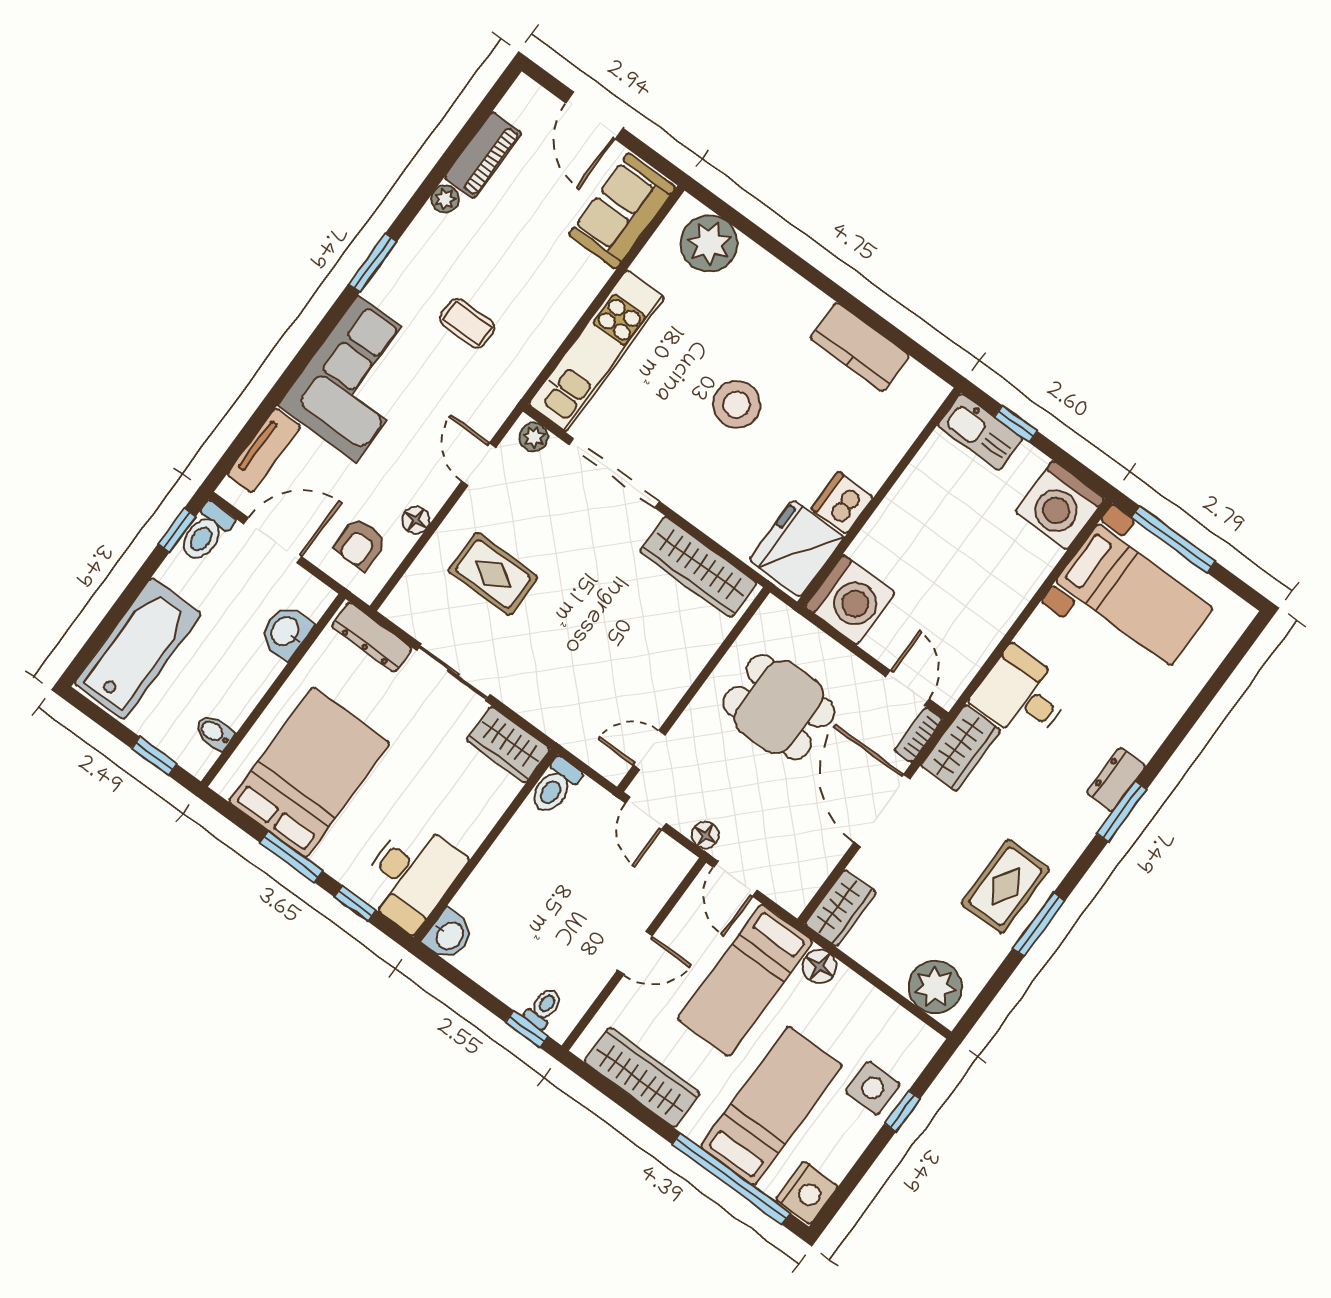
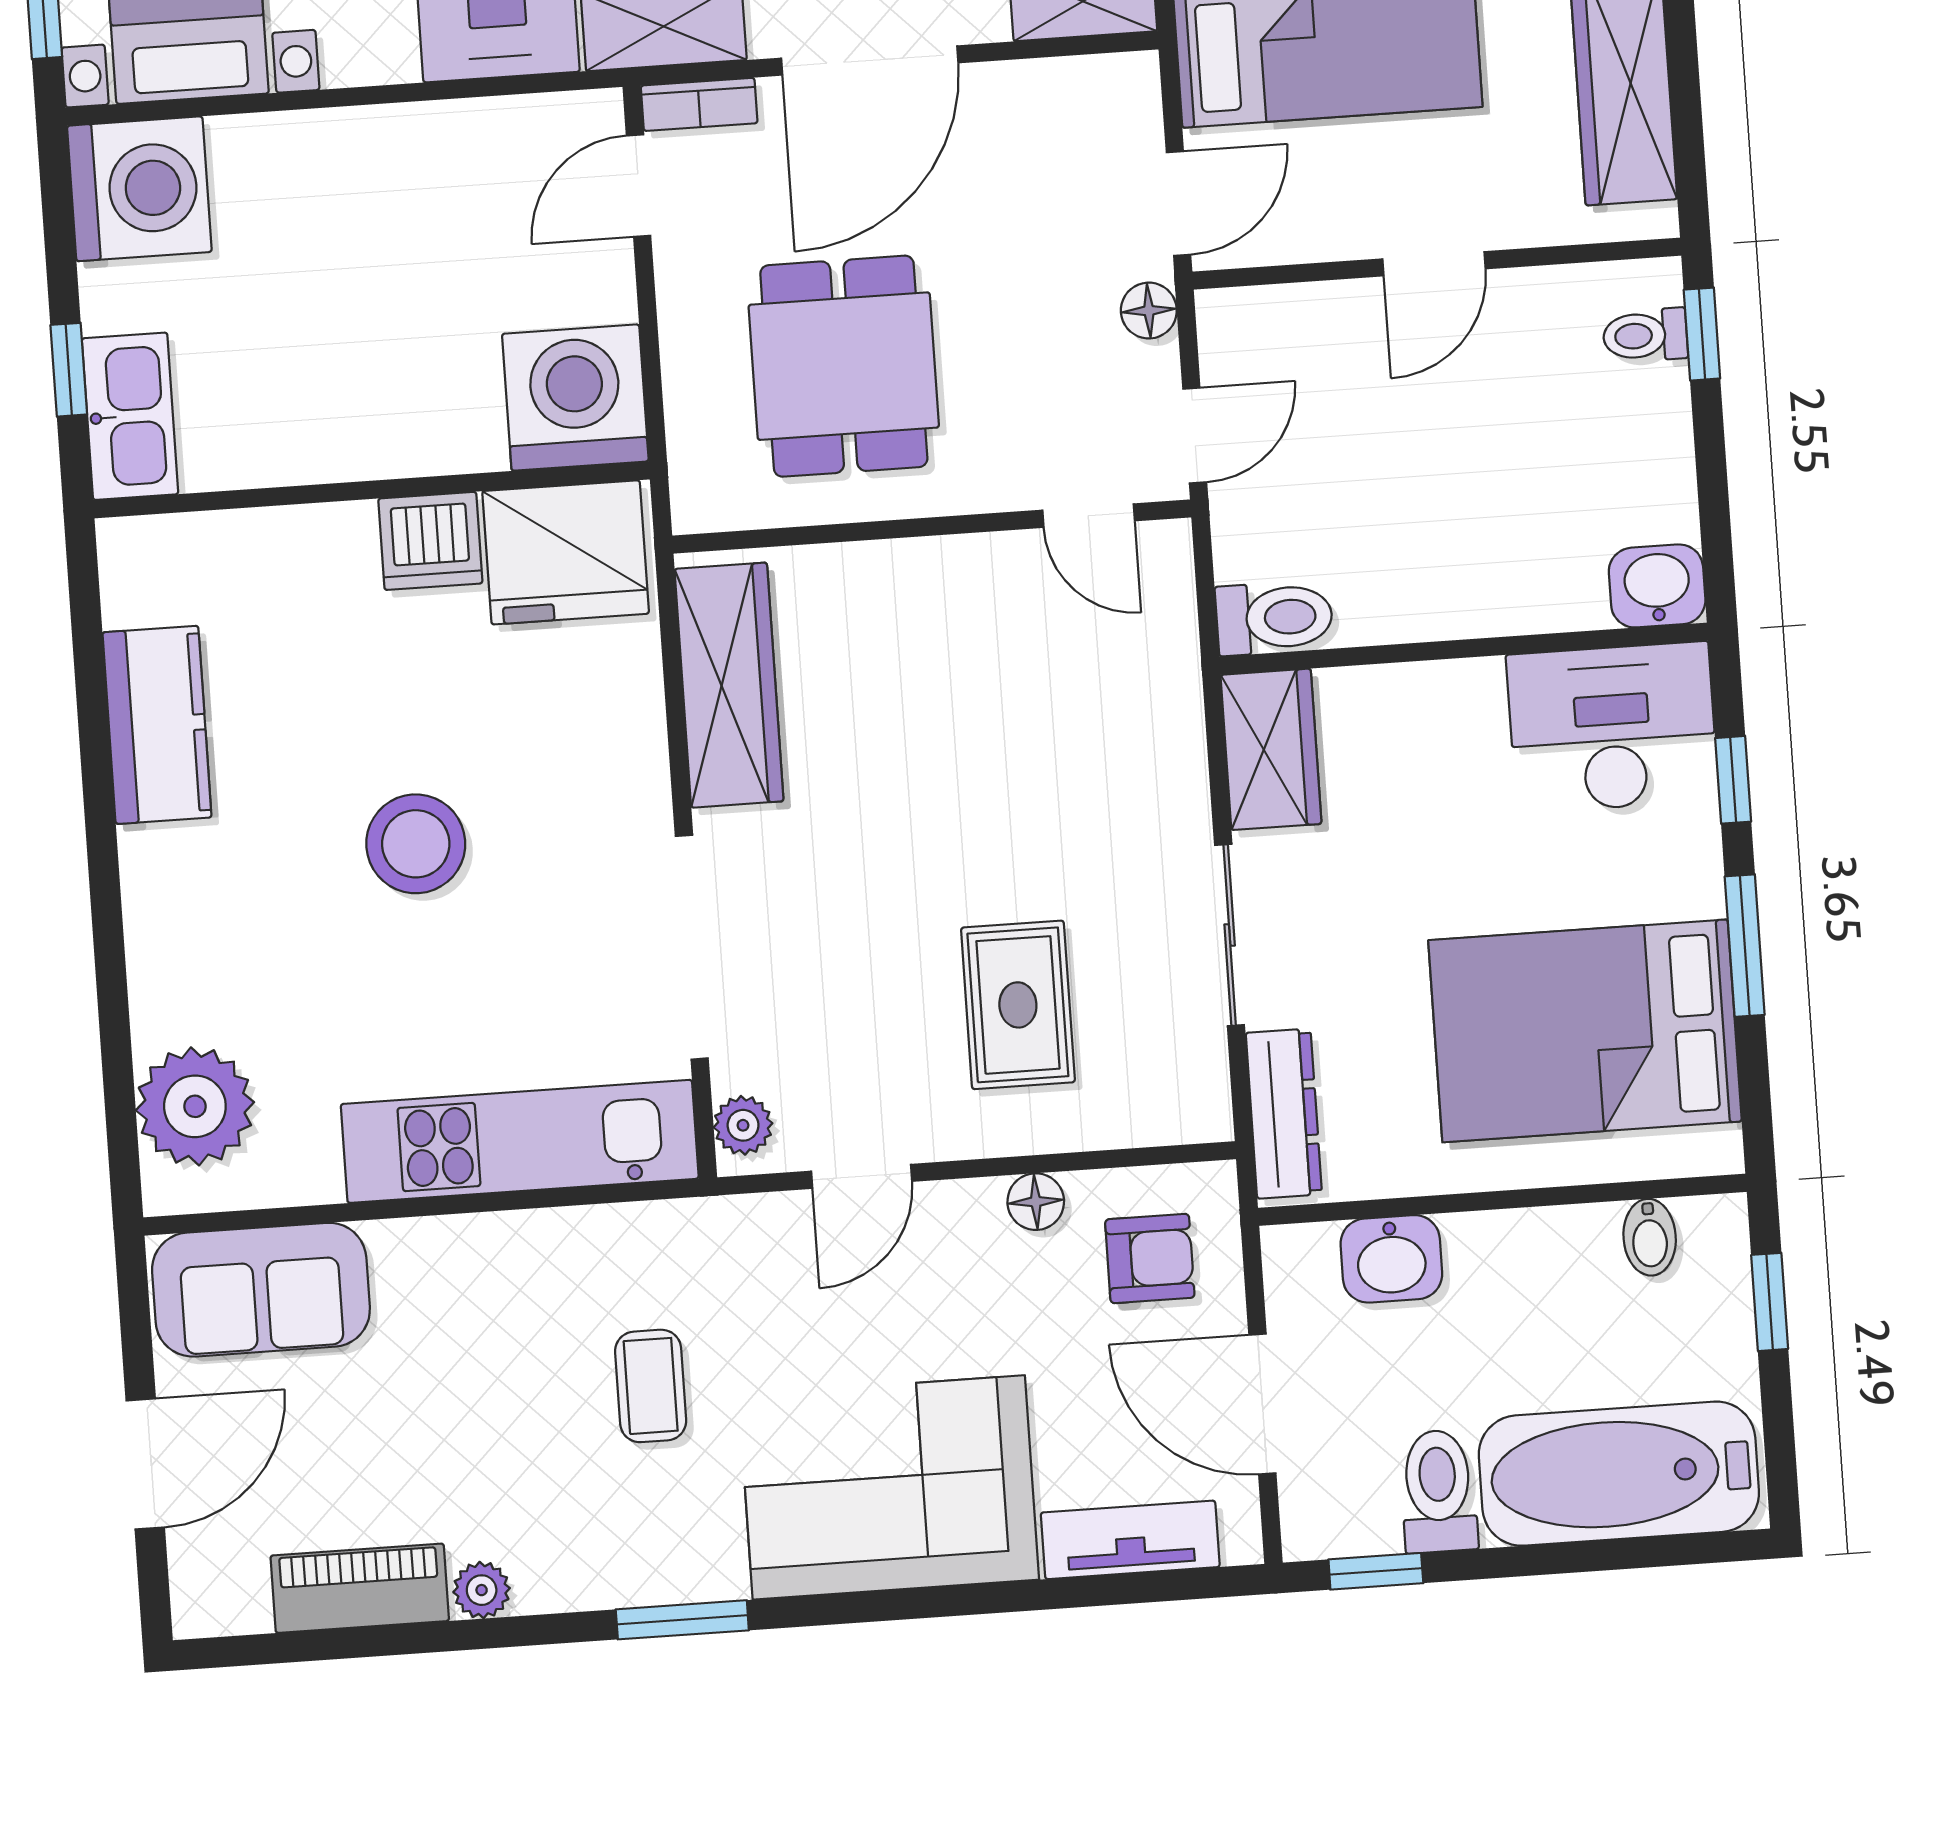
toilet: (206, 532) -> (1438, 1491), moved, turned -90
door: (635, 953) -> (1434, 264), swing flipped

